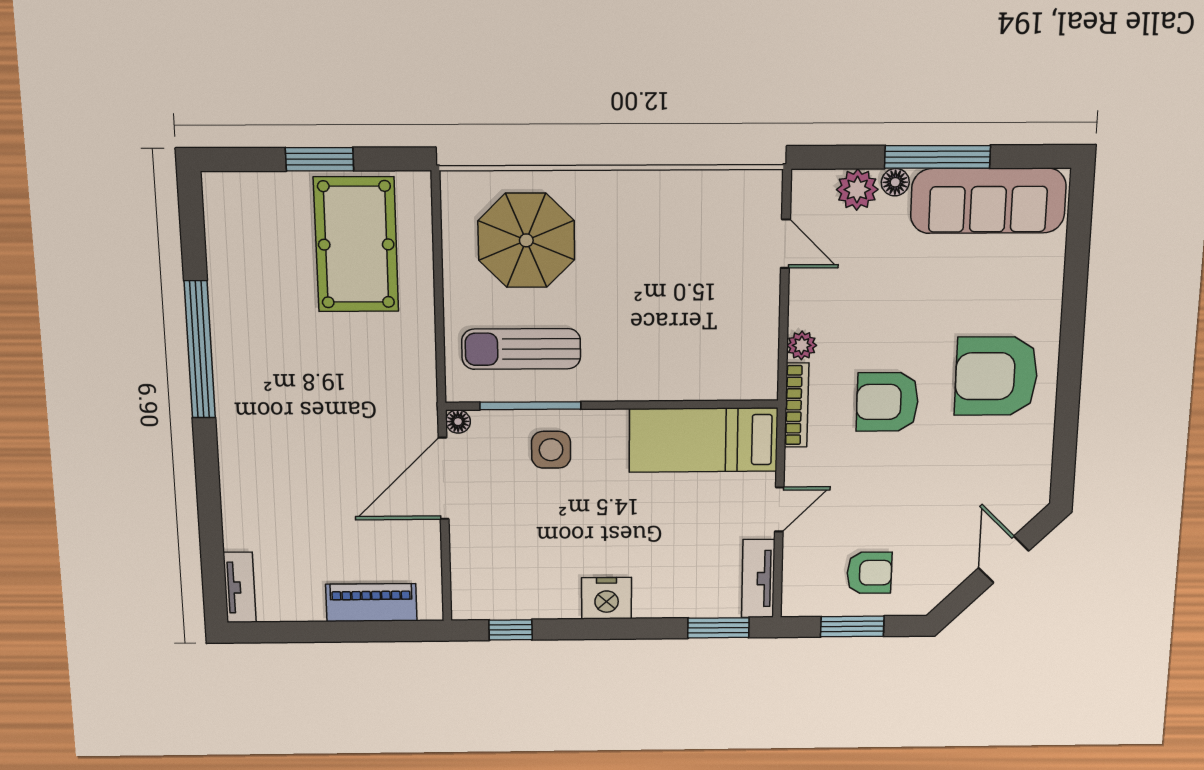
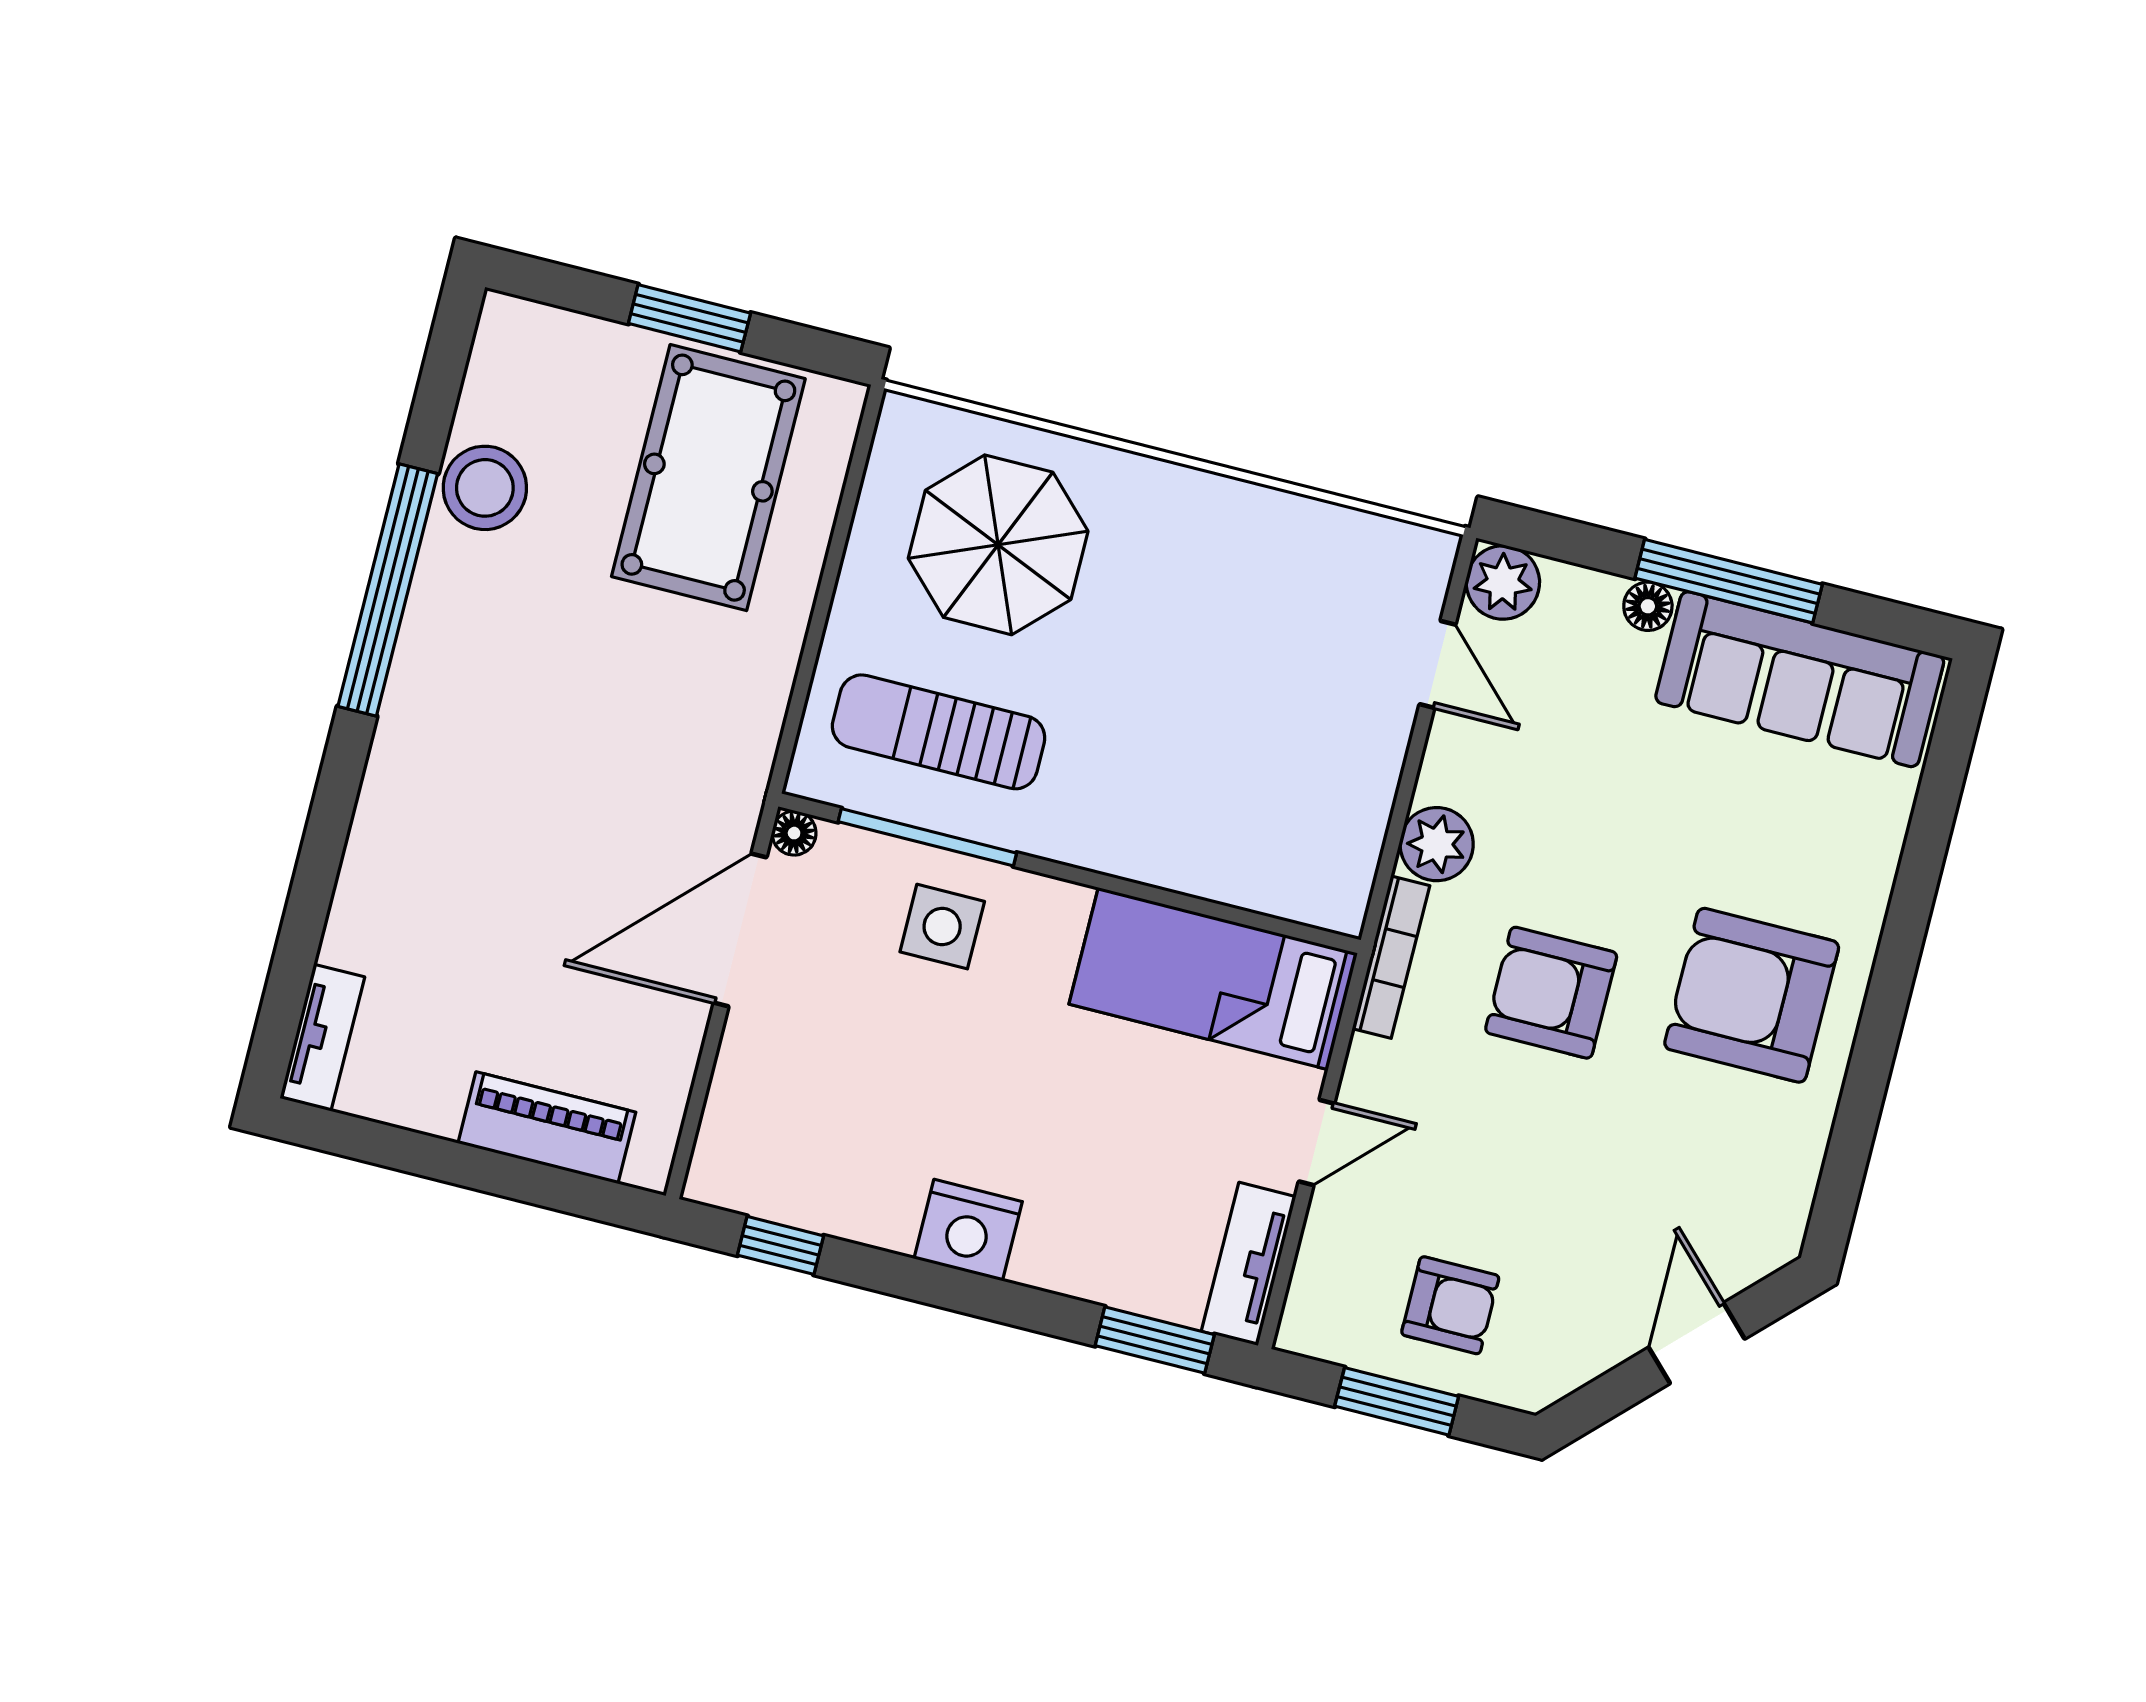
plant: (857, 190) -> (1503, 582), moved
stool: (235, 282) -> (485, 488), added
plant: (802, 345) -> (1437, 844), width x1.38, depth x1.38

